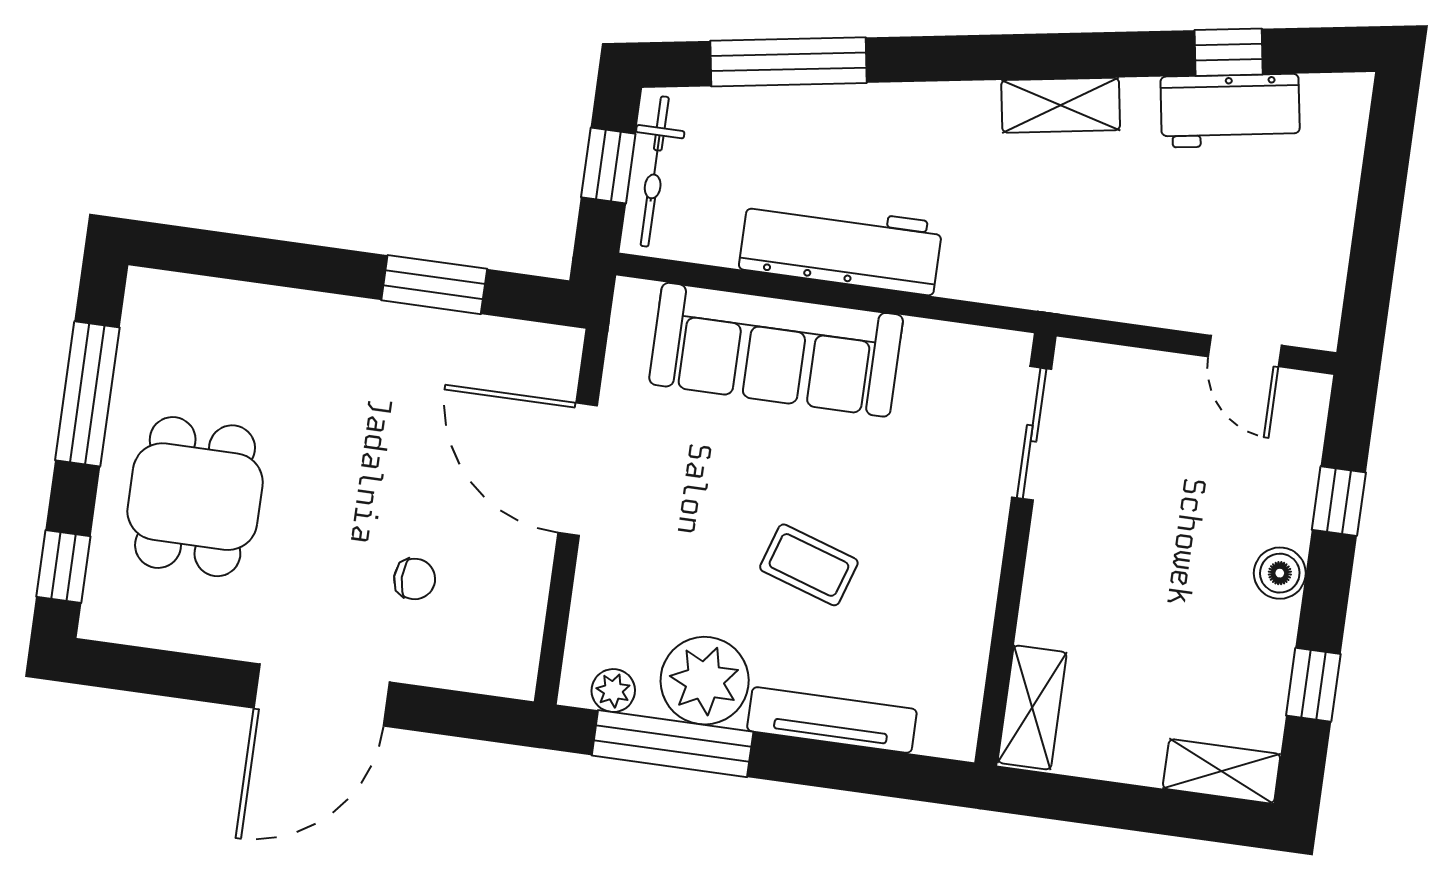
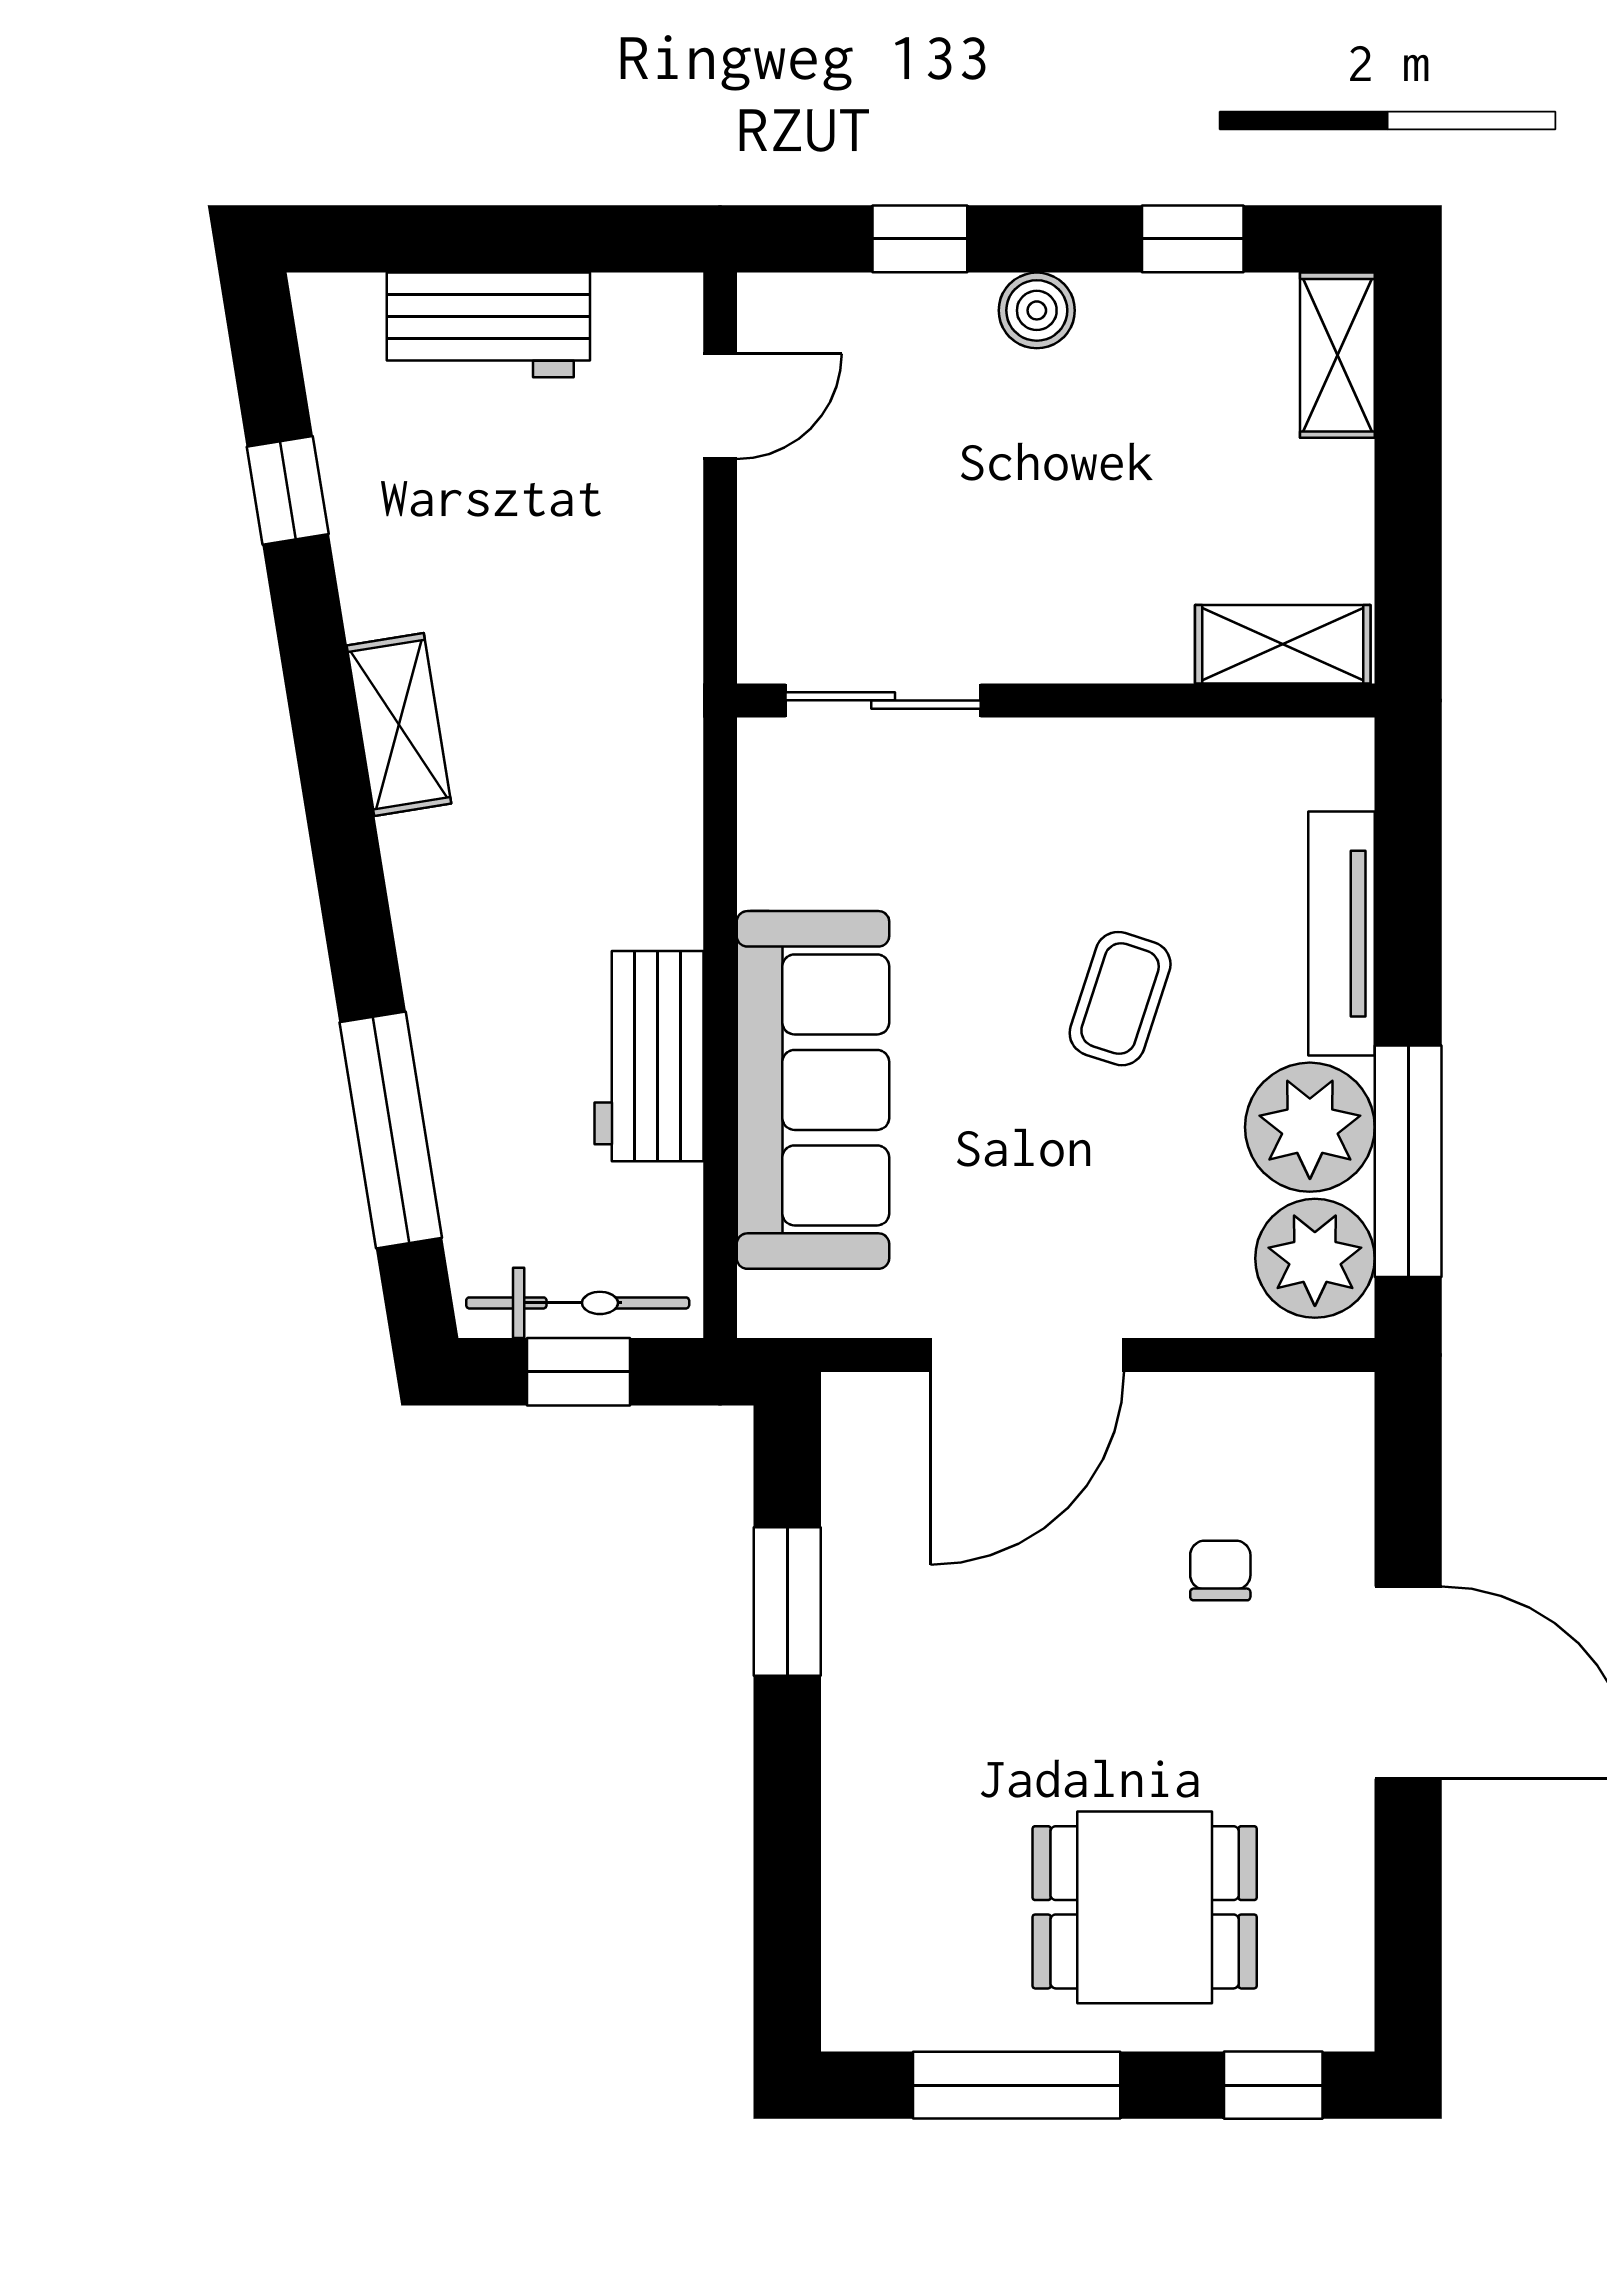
workbench: (1230, 111) -> (488, 325), moved, turned 99
workbench: (841, 246) -> (649, 1056), width x0.73
plant: (613, 691) -> (1315, 1258), width x1.88, depth x1.88

